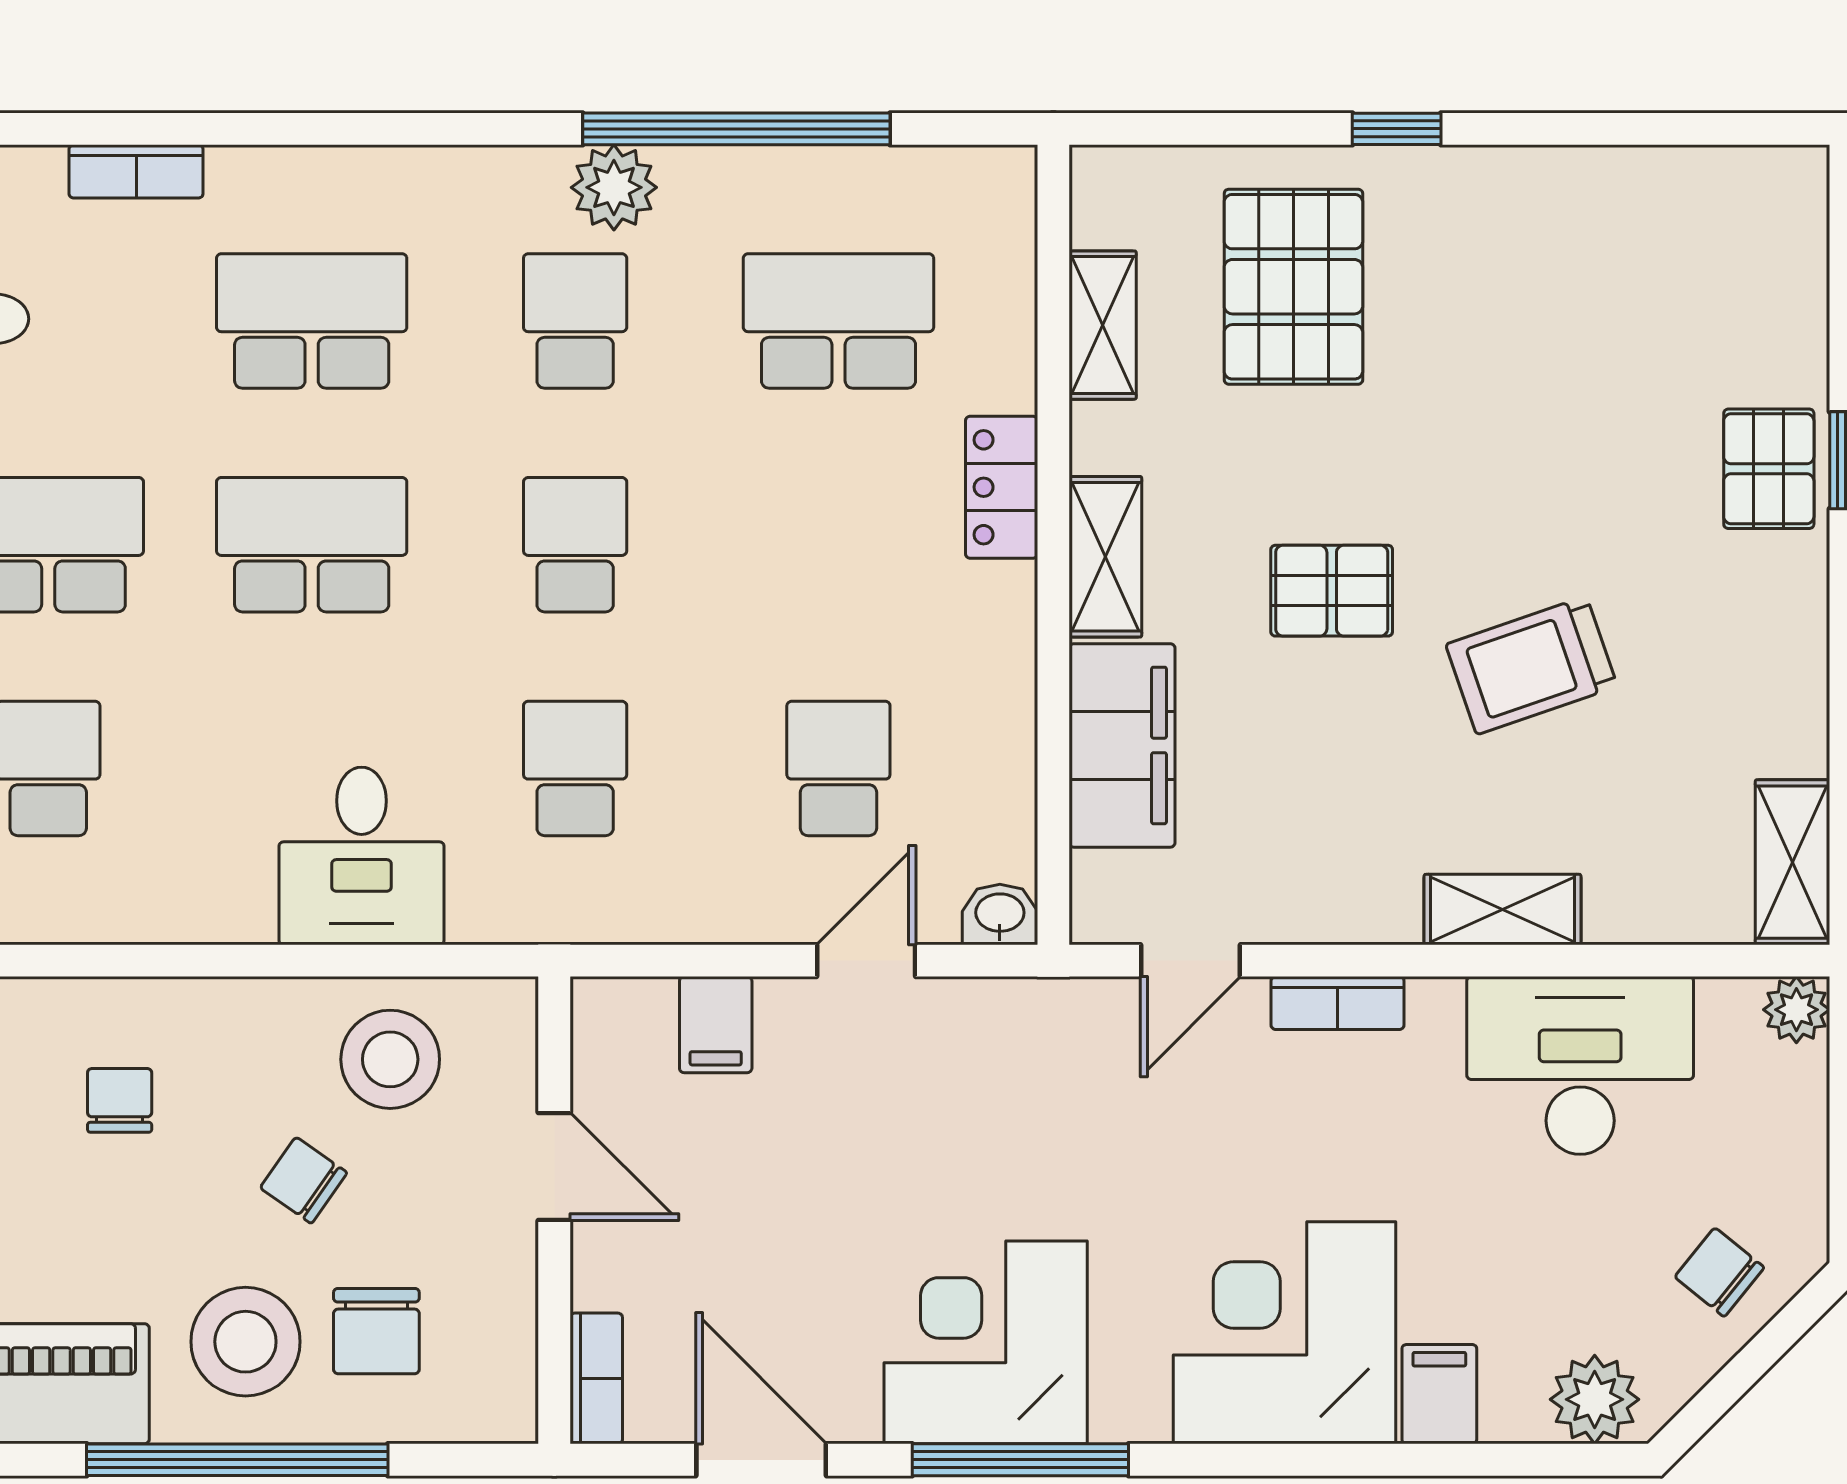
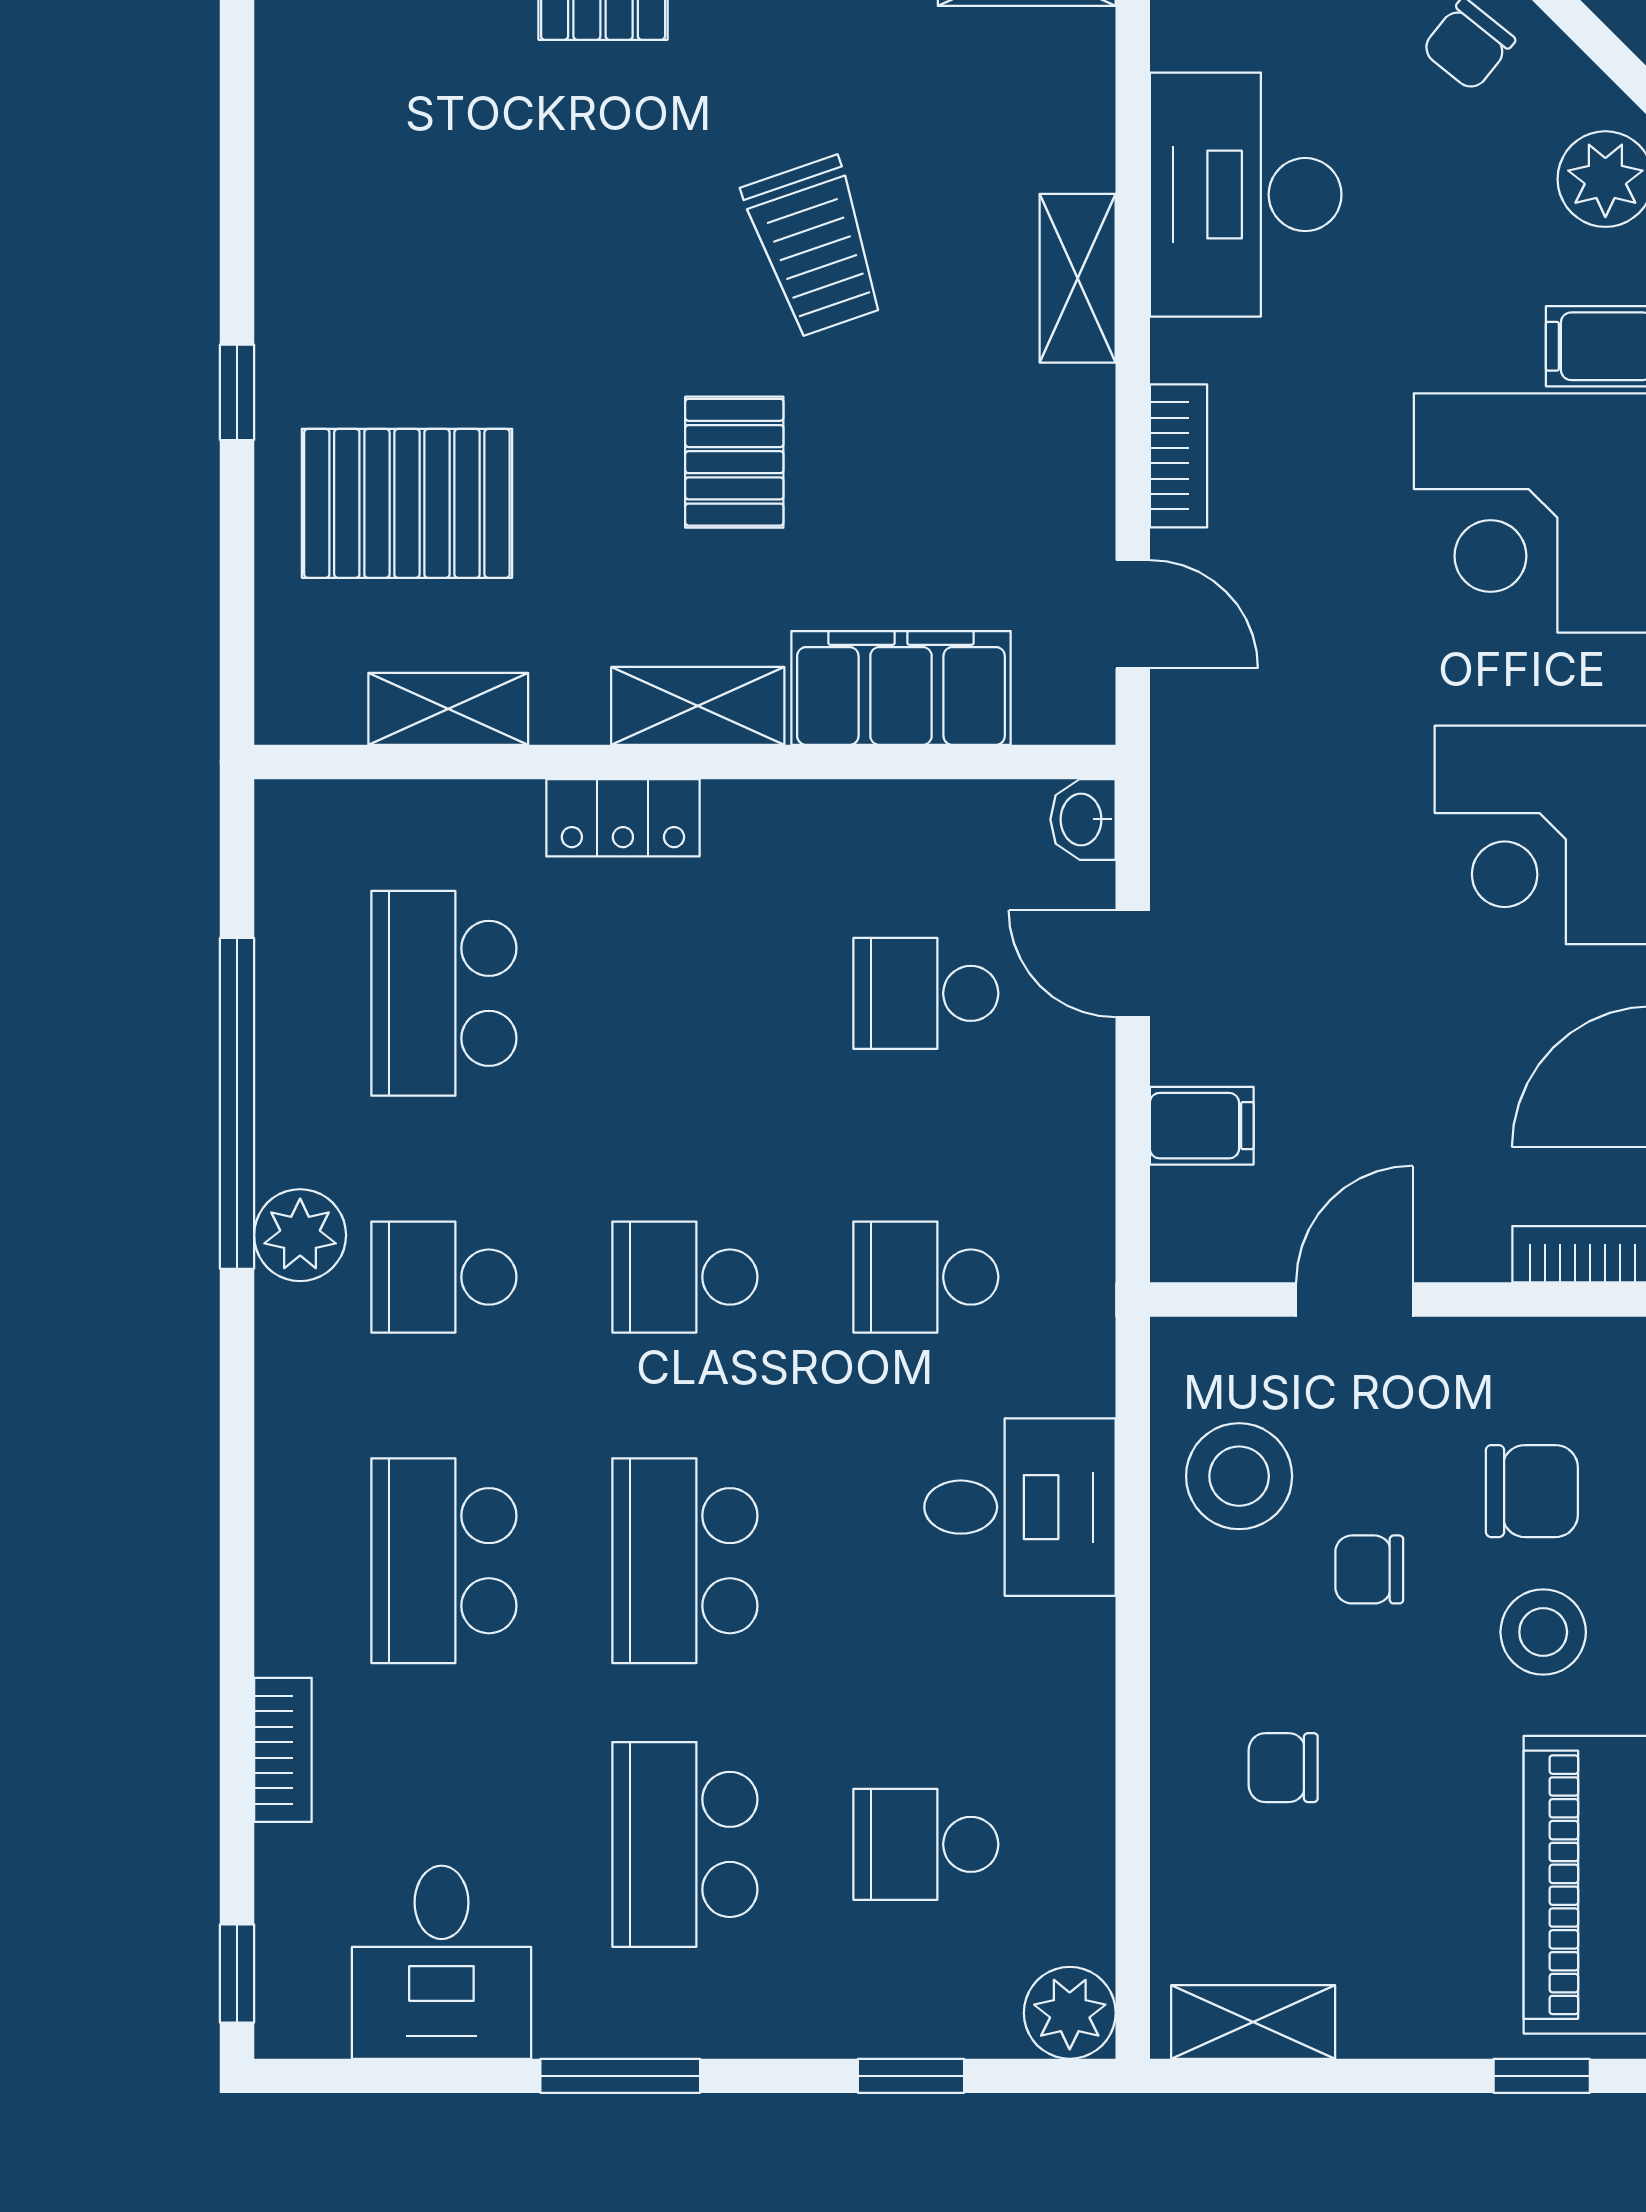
chair: (304, 1180) -> (1369, 1569), turned 55
stool: (245, 1342) -> (1543, 1632), width x0.73, depth x0.73

